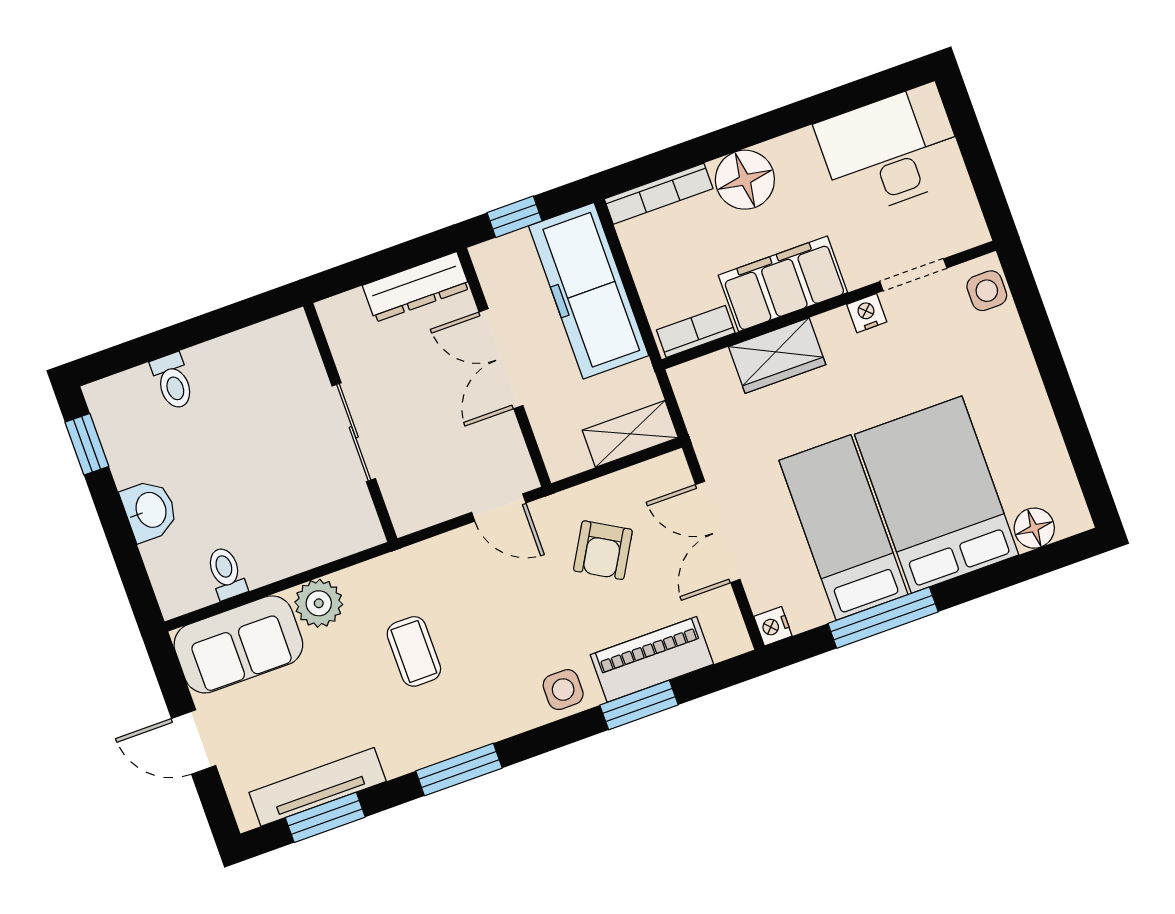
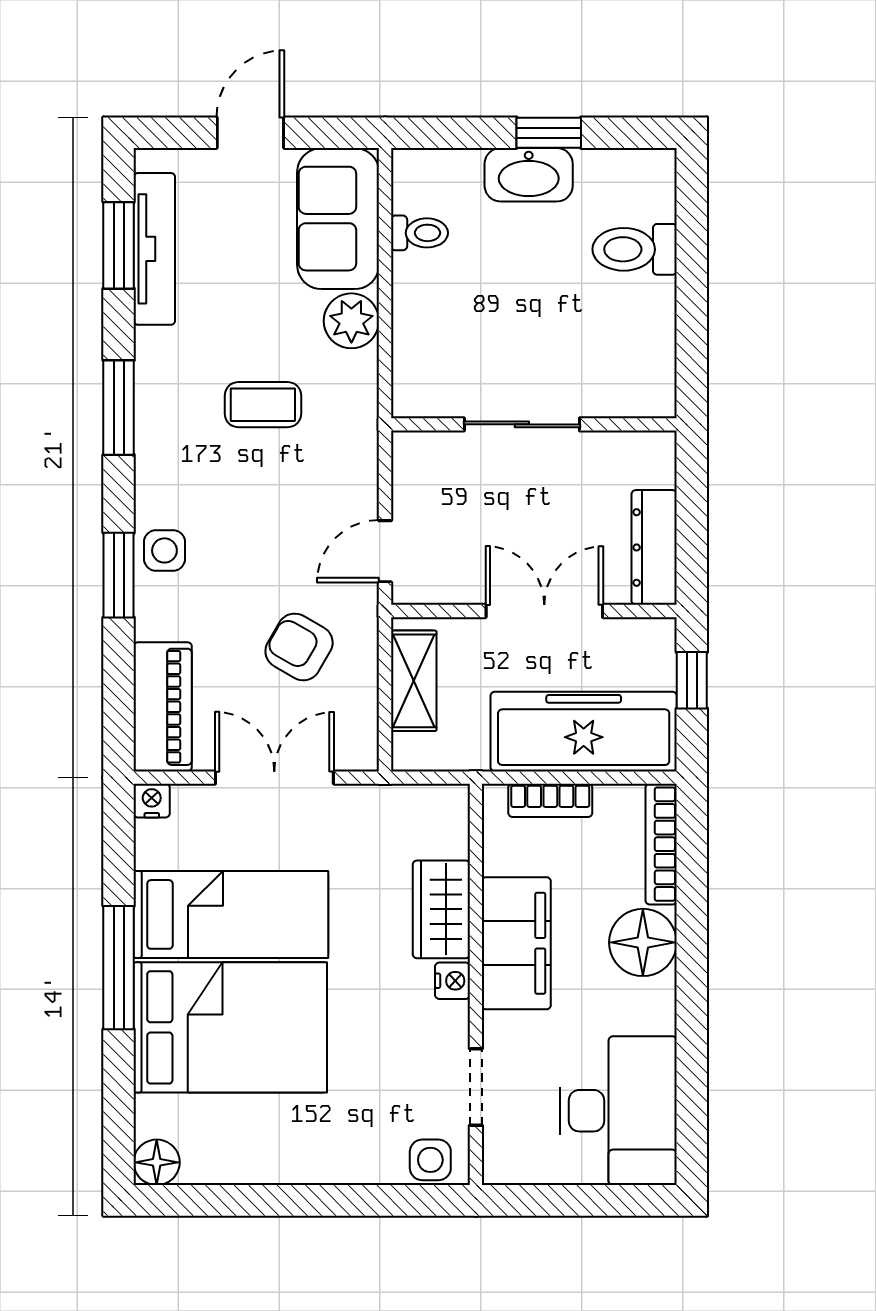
nightstand: (867, 313) -> (452, 981), moved
bookcase: (696, 331) -> (550, 800), moved, turned 90
toilet: (173, 381) -> (635, 249), width x1.37, depth x1.39
shelving: (630, 434) -> (414, 681), moved
window: (87, 444) -> (549, 133), moved
washbasin: (150, 510) -> (529, 175), width x1.38
floor lamp: (1034, 528) -> (157, 1162), moved
window: (883, 618) -> (119, 968), moved
piano: (652, 659) -> (163, 707), moved
window: (639, 705) -> (119, 575), moved

